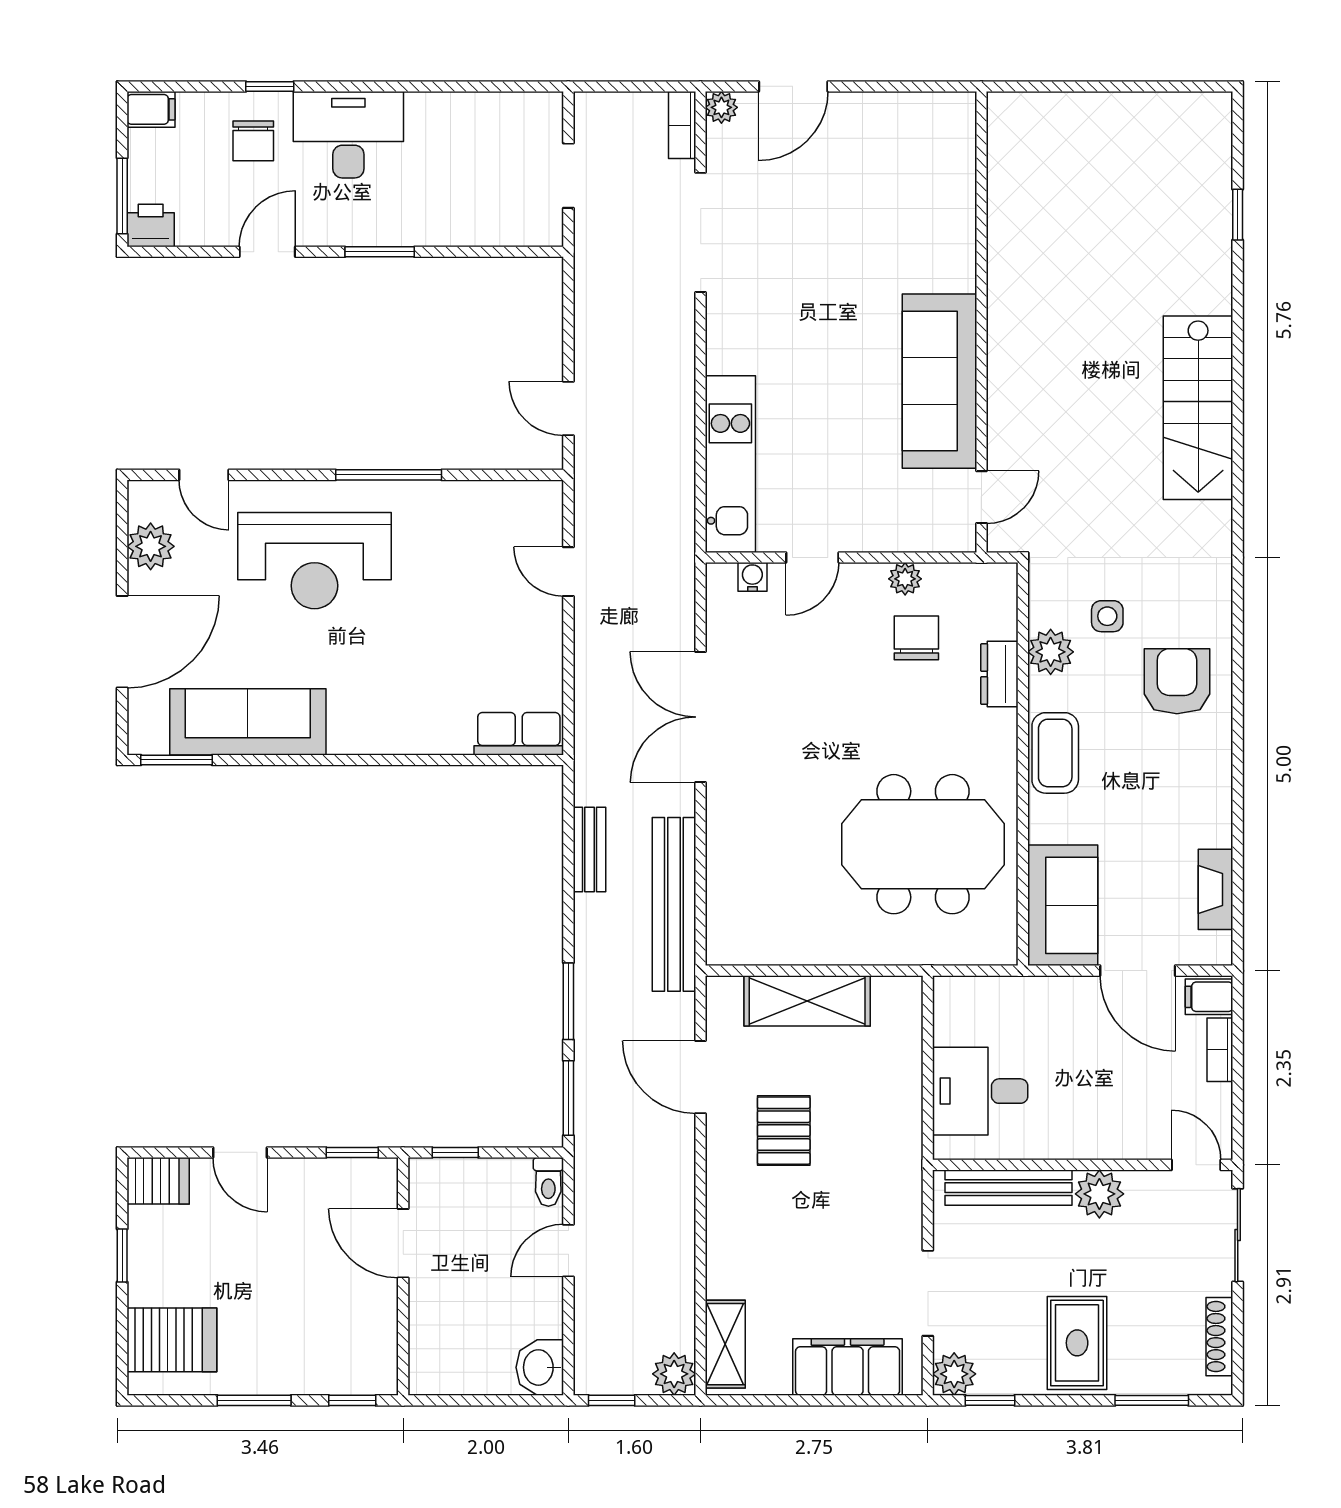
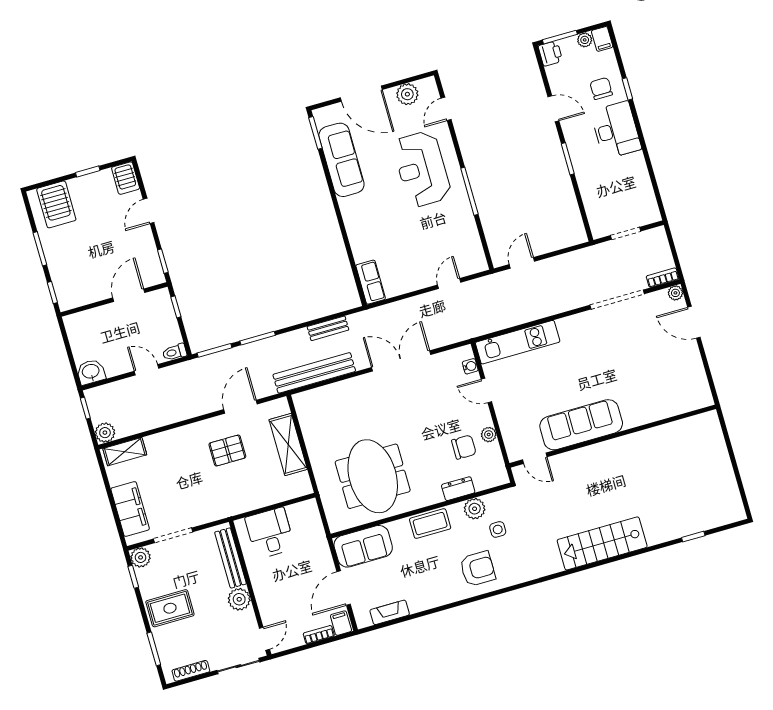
chair: (253, 141) -> (601, 88), turned 90
plant: (143, 146) -> (585, 40), added

